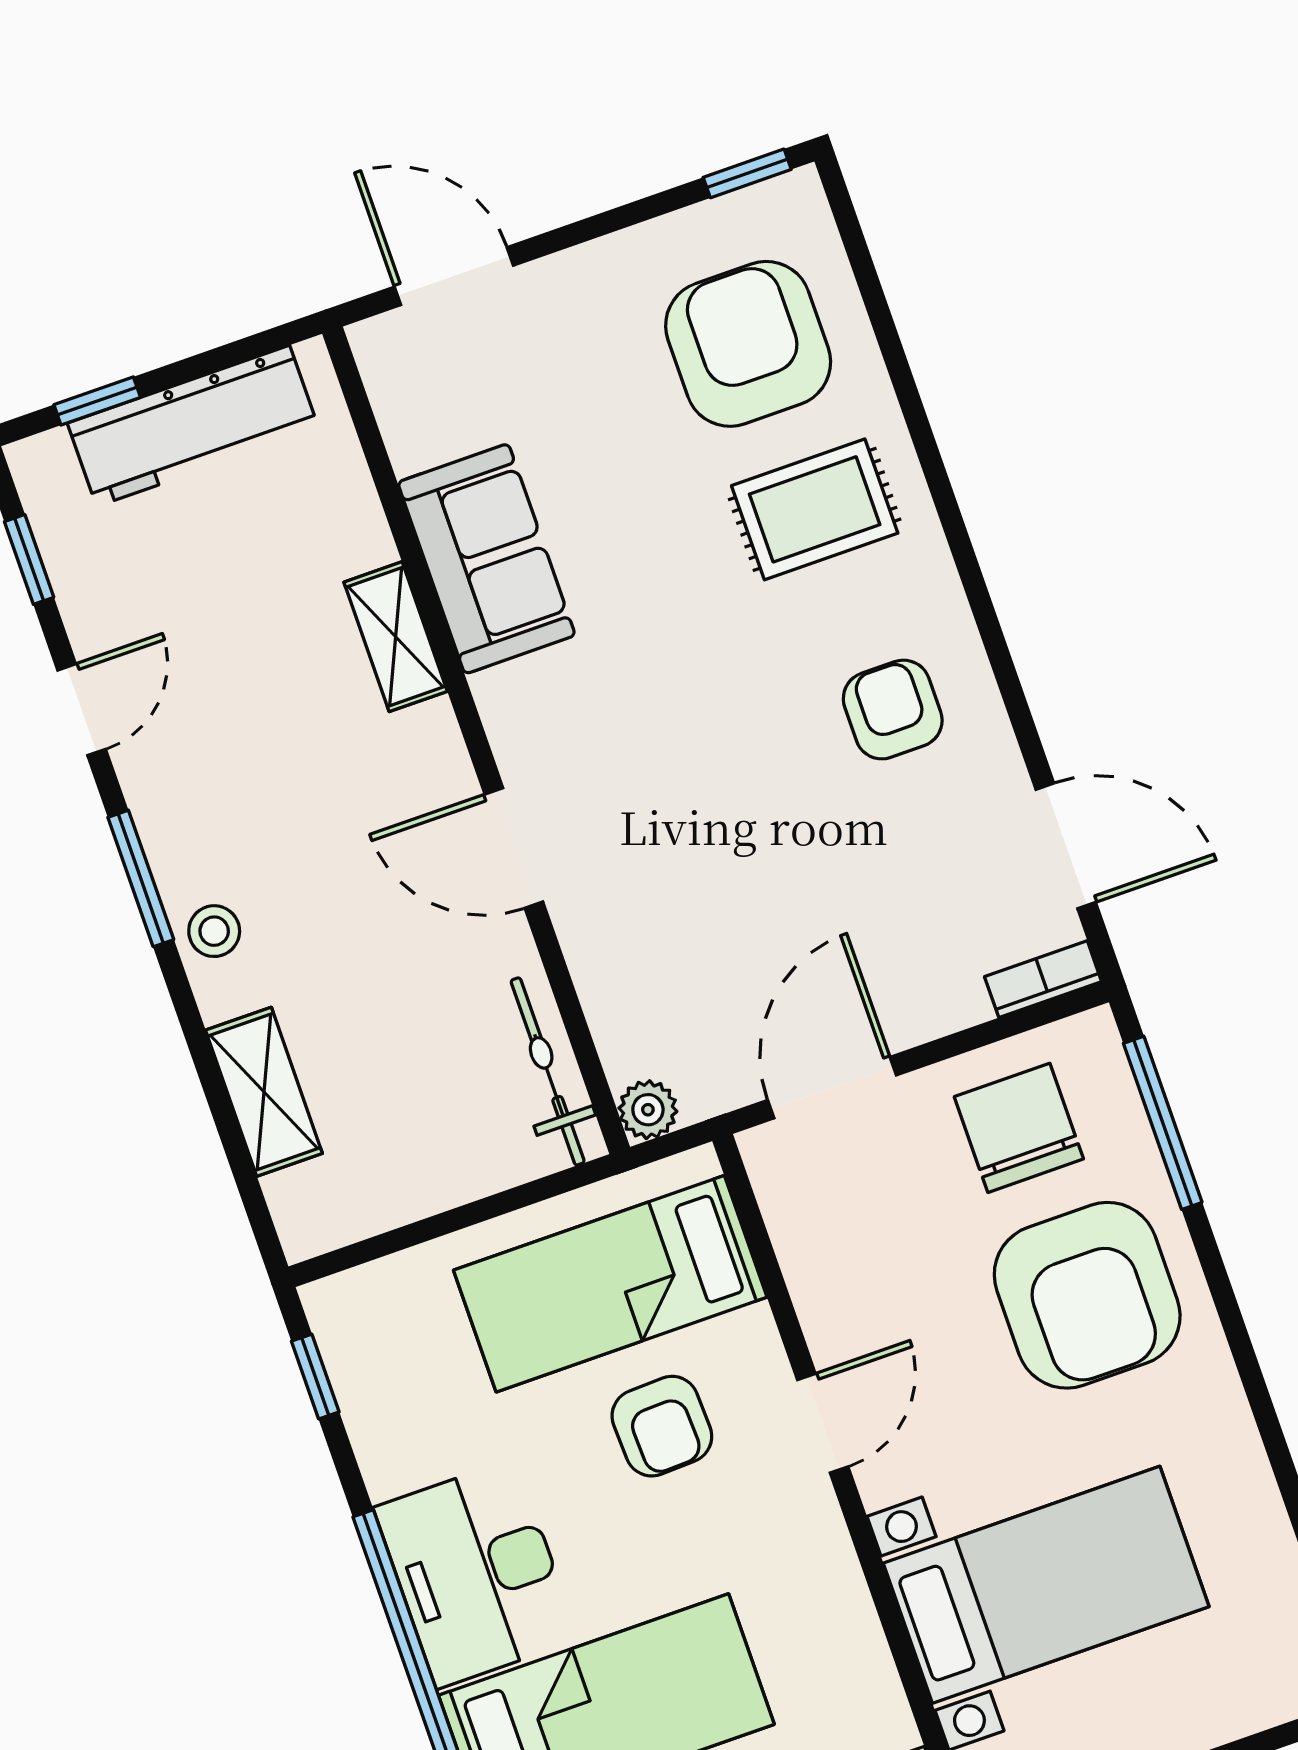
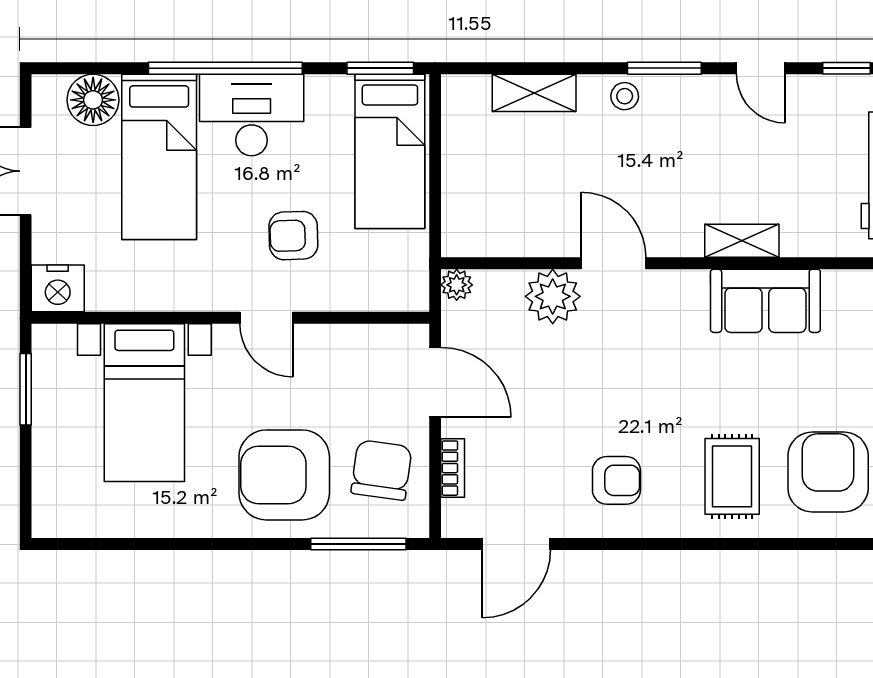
armchair: (748, 344) -> (828, 472), turned -90
door: (514, 848) -> (614, 263), hinge flipped
plant: (609, 934) -> (553, 296), added
bookcase: (1043, 979) -> (453, 468), moved
bicycle: (548, 1071) -> (494, 241), removed
chair: (1019, 1128) -> (381, 470), turned -82
bed: (610, 1284) -> (390, 151), moved, turned 180
window: (315, 1377) -> (380, 68), width x1.50

